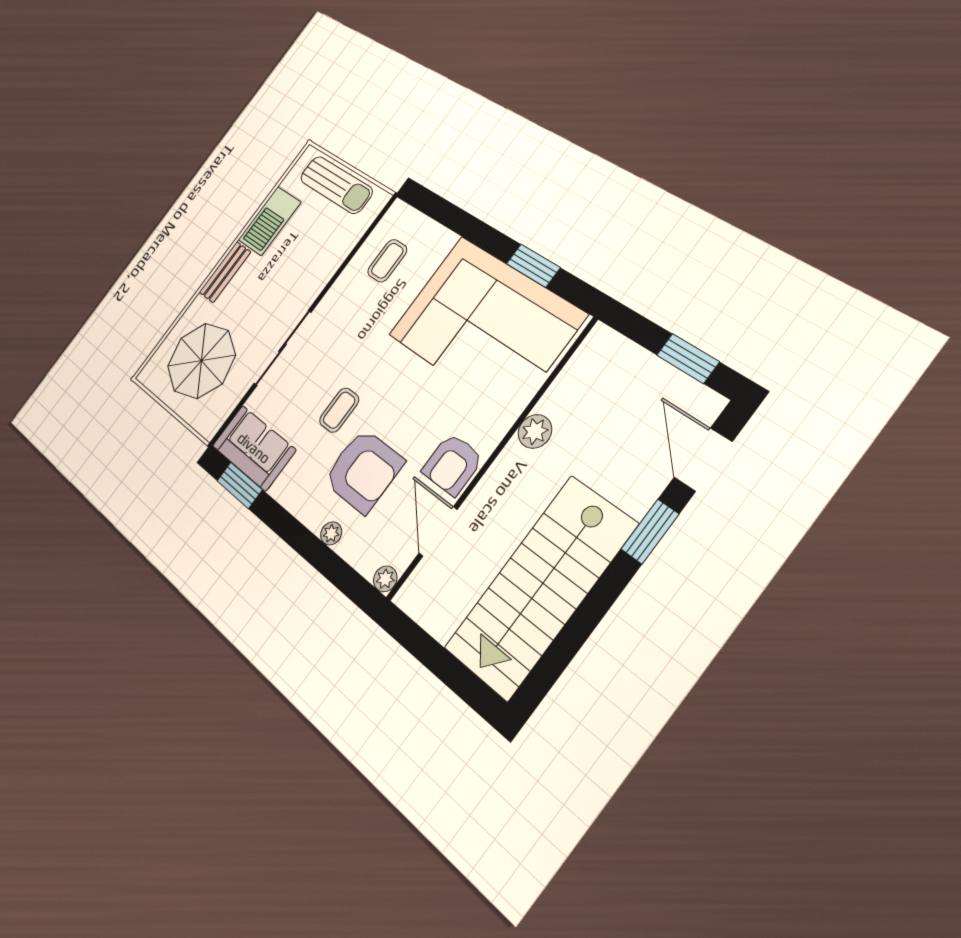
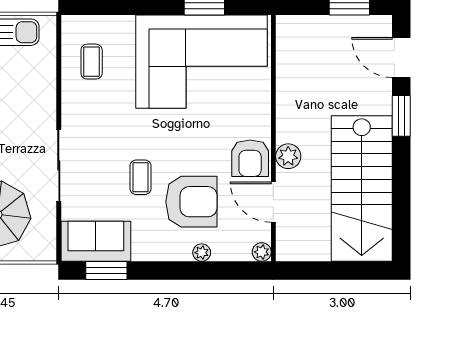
plant: (535, 431) -> (288, 156), moved

